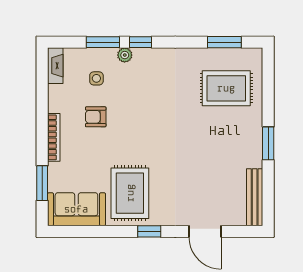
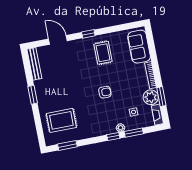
plant: (61, 99) -> (151, 97), added
armchair: (96, 117) -> (105, 92), moved
window: (42, 183) -> (161, 97), moved
rug: (130, 193) -> (103, 53), width x0.73, depth x0.70
sofa: (76, 209) -> (139, 47), moved, turned 90

